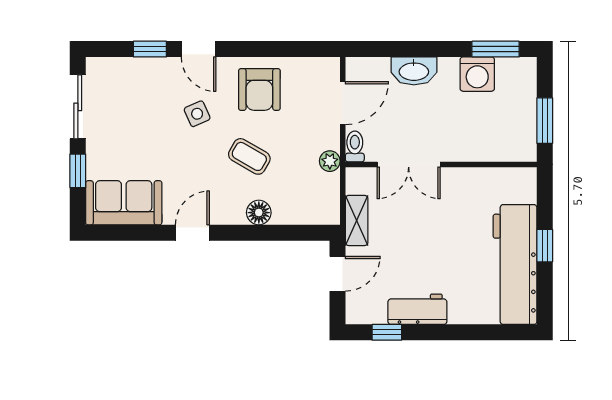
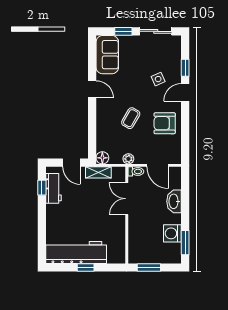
side table: (197, 114) -> (158, 79), moved
floor lamp: (259, 213) -> (102, 158), moved
workbench: (417, 309) -> (53, 188), moved

